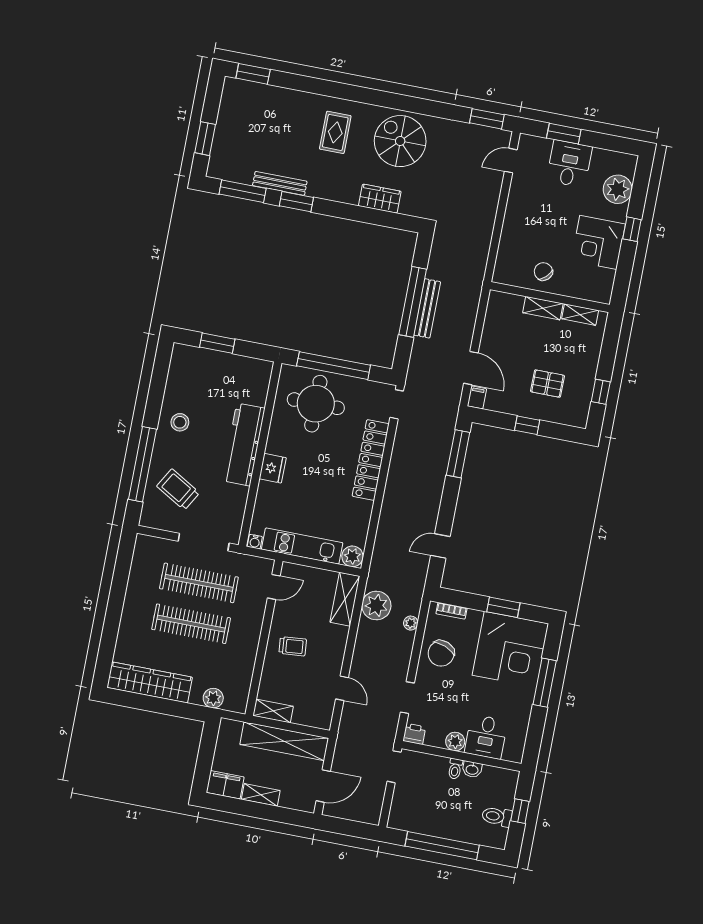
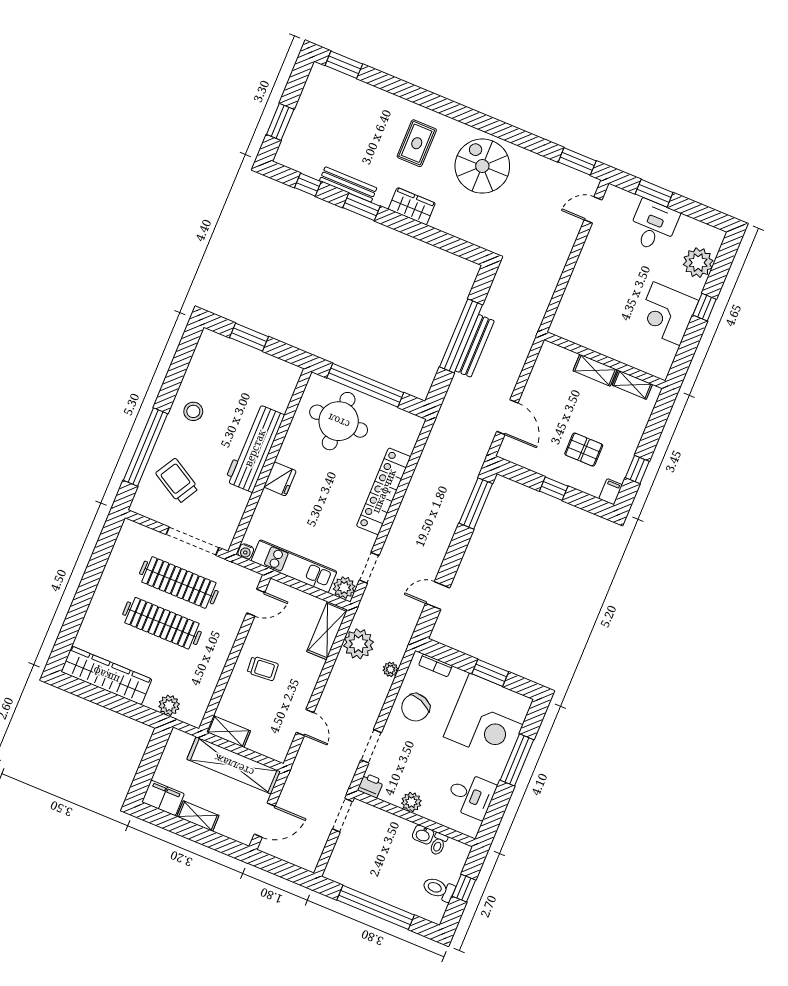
window: (243, 191) -> (308, 185), width x0.46
wardrobe: (380, 199) -> (412, 206), moved
chair: (543, 272) -> (603, 332), removed
filing cabinet: (477, 397) -> (611, 492), moved
doorway: (397, 404) -> (369, 568), moved
desk: (486, 737) -> (471, 795), moved, turned -90
toilet: (455, 769) -> (438, 844), moved

